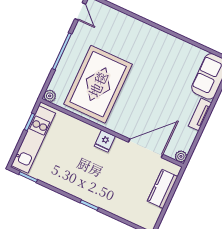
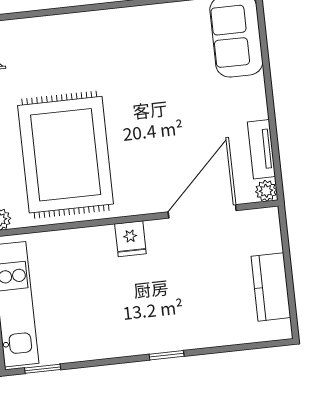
tv unit: (200, 114) -> (261, 149), moved
kitchen counter: (163, 189) -> (271, 287), moved

